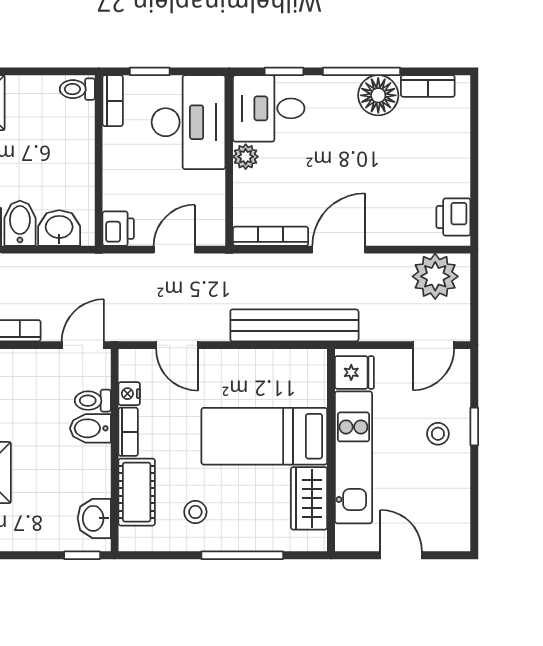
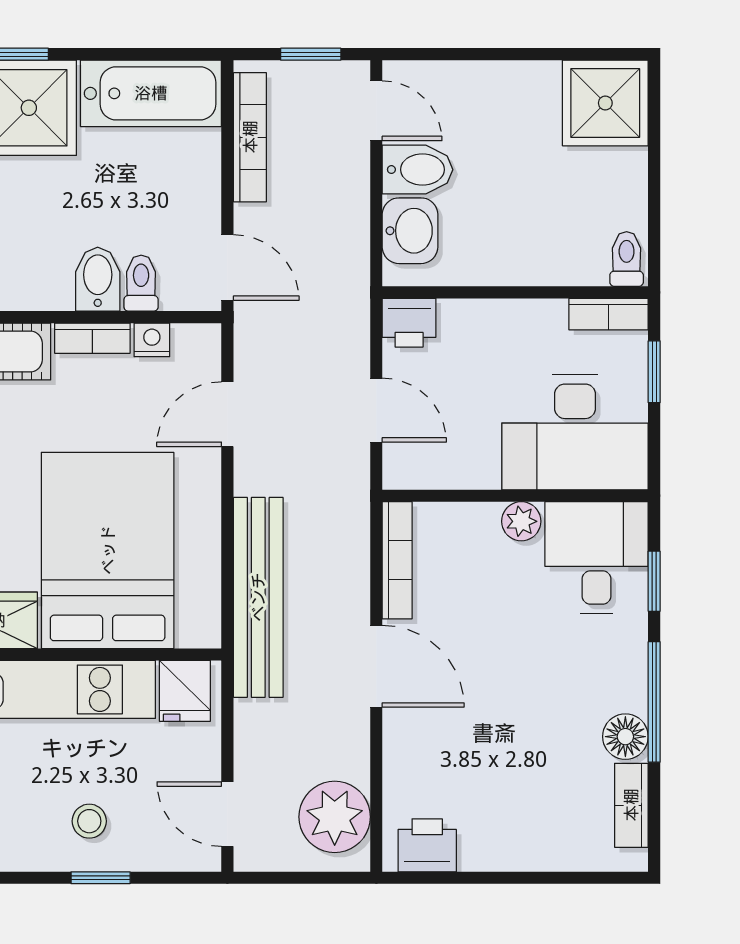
floor lamp: (378, 95) -> (625, 737), width x0.73, depth x0.73
bed: (264, 436) -> (108, 550), width x1.50

